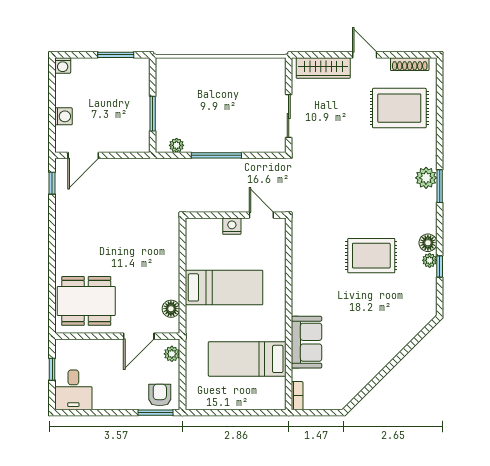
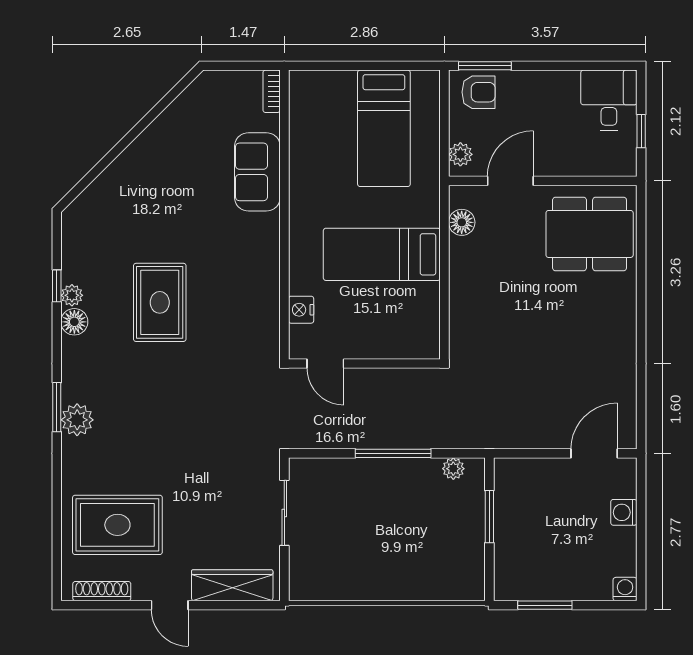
window: (52, 183) -> (641, 412), removed
nightstand: (232, 226) -> (301, 310), moved, turned 90
rug: (371, 256) -> (160, 302), turned 90
bed: (247, 359) -> (384, 128), moved, turned 90
armchair: (160, 395) -> (479, 92), turned -90

